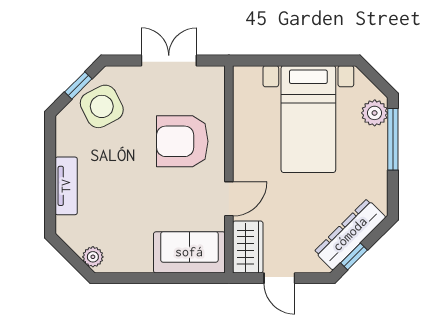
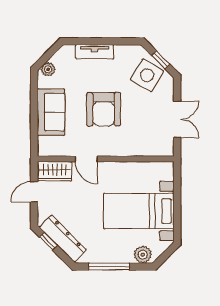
side table: (102, 106) -> (147, 75), turned -32
window: (393, 139) -> (109, 267), moved
armchair: (182, 141) -> (104, 109), moved, turned 180
sofa: (189, 252) -> (51, 112), moved

